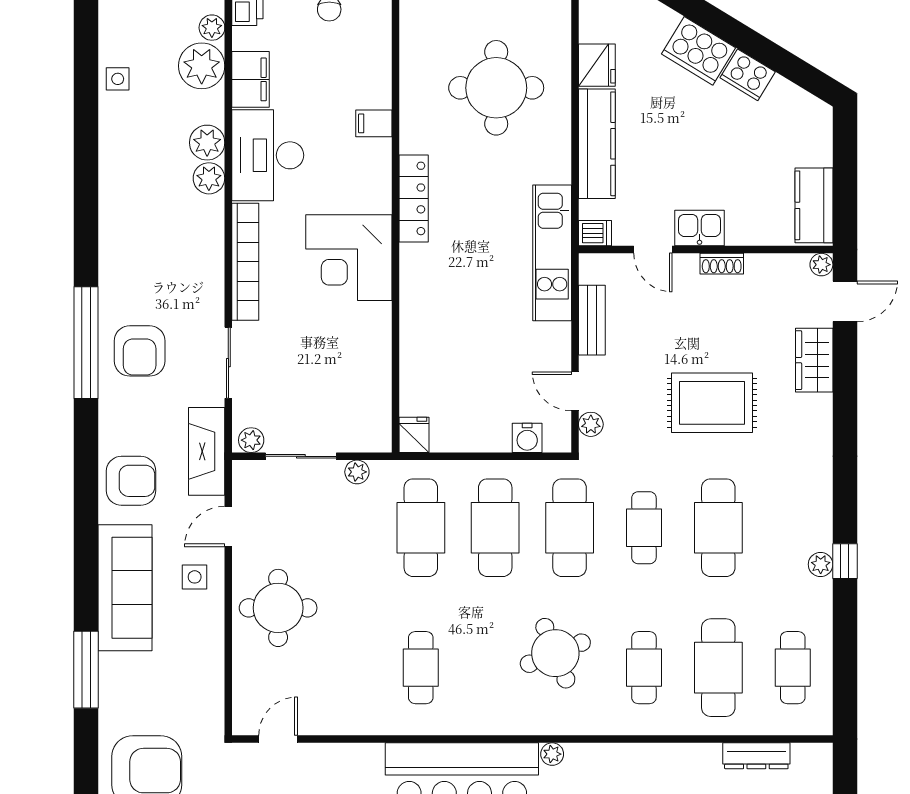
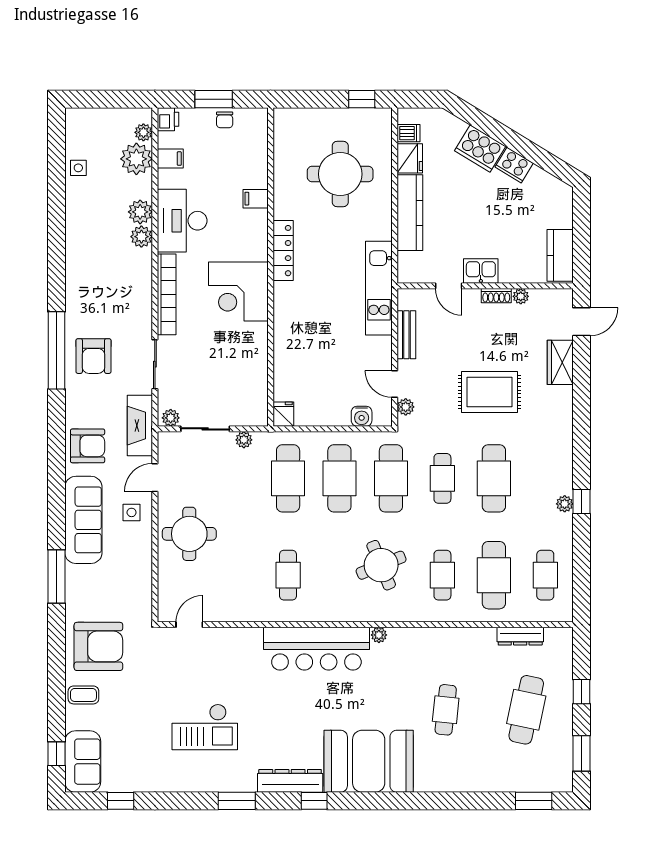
filing cabinet: (251, 79) -> (170, 159), width x0.50
dishwasher: (595, 233) -> (409, 133), moved
plant: (821, 265) -> (521, 296), moved

